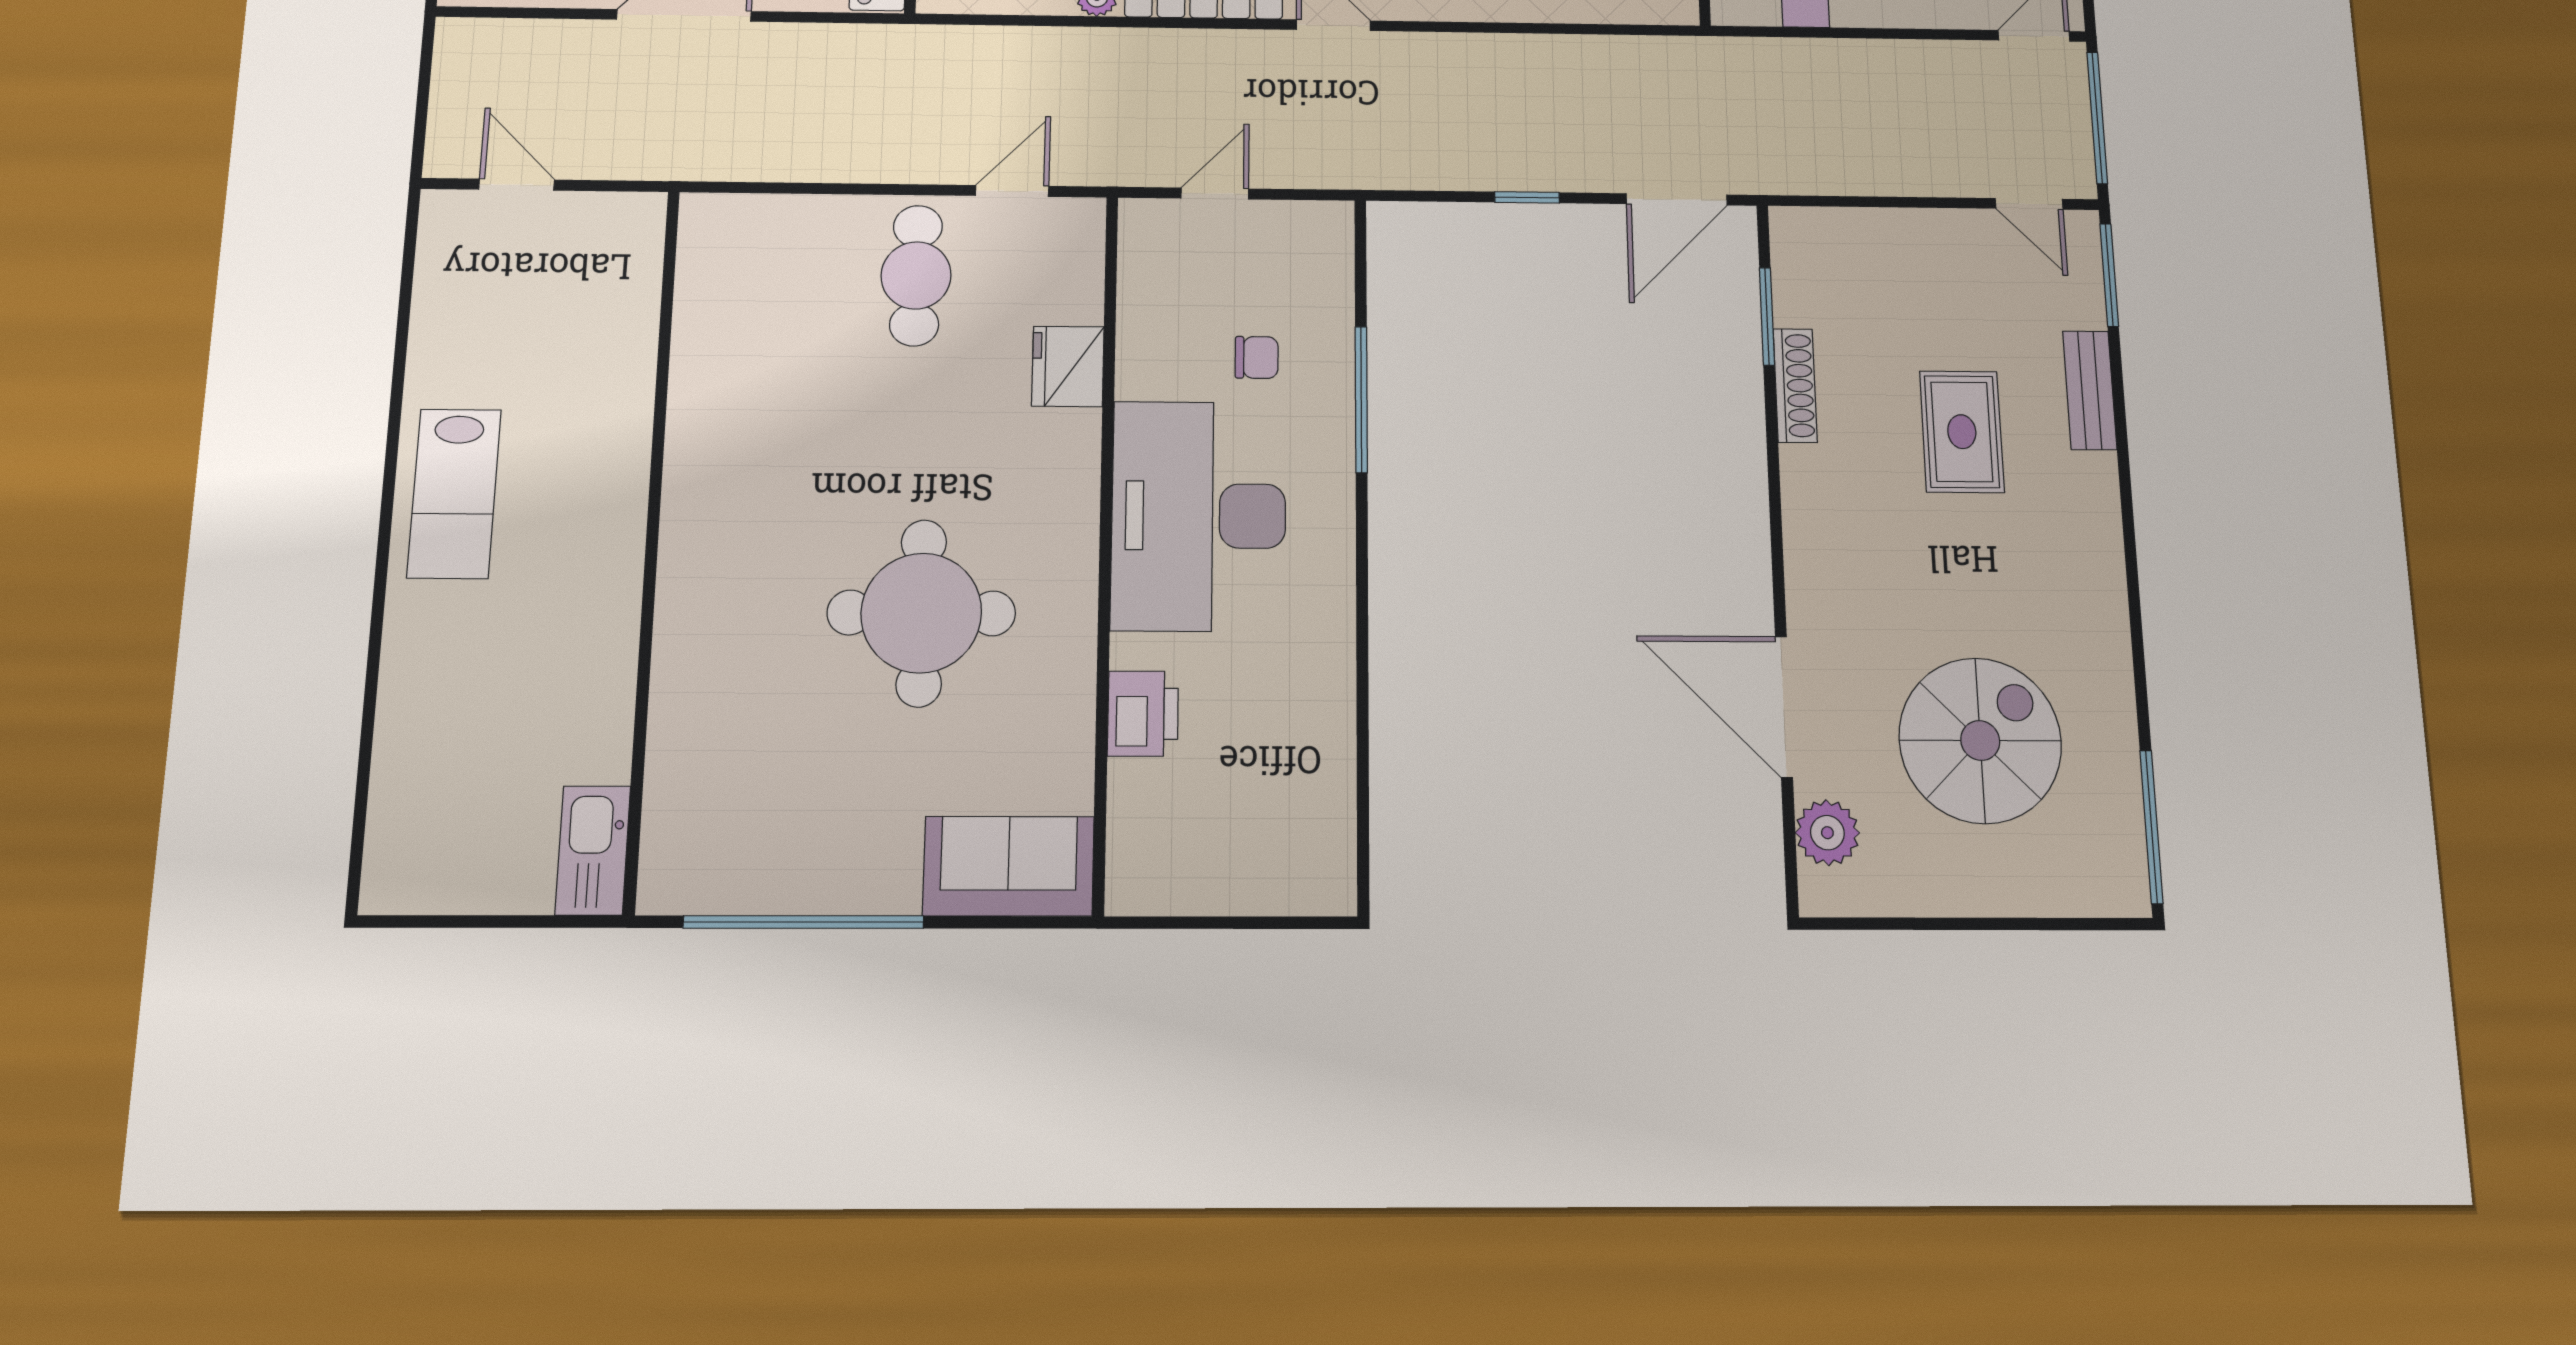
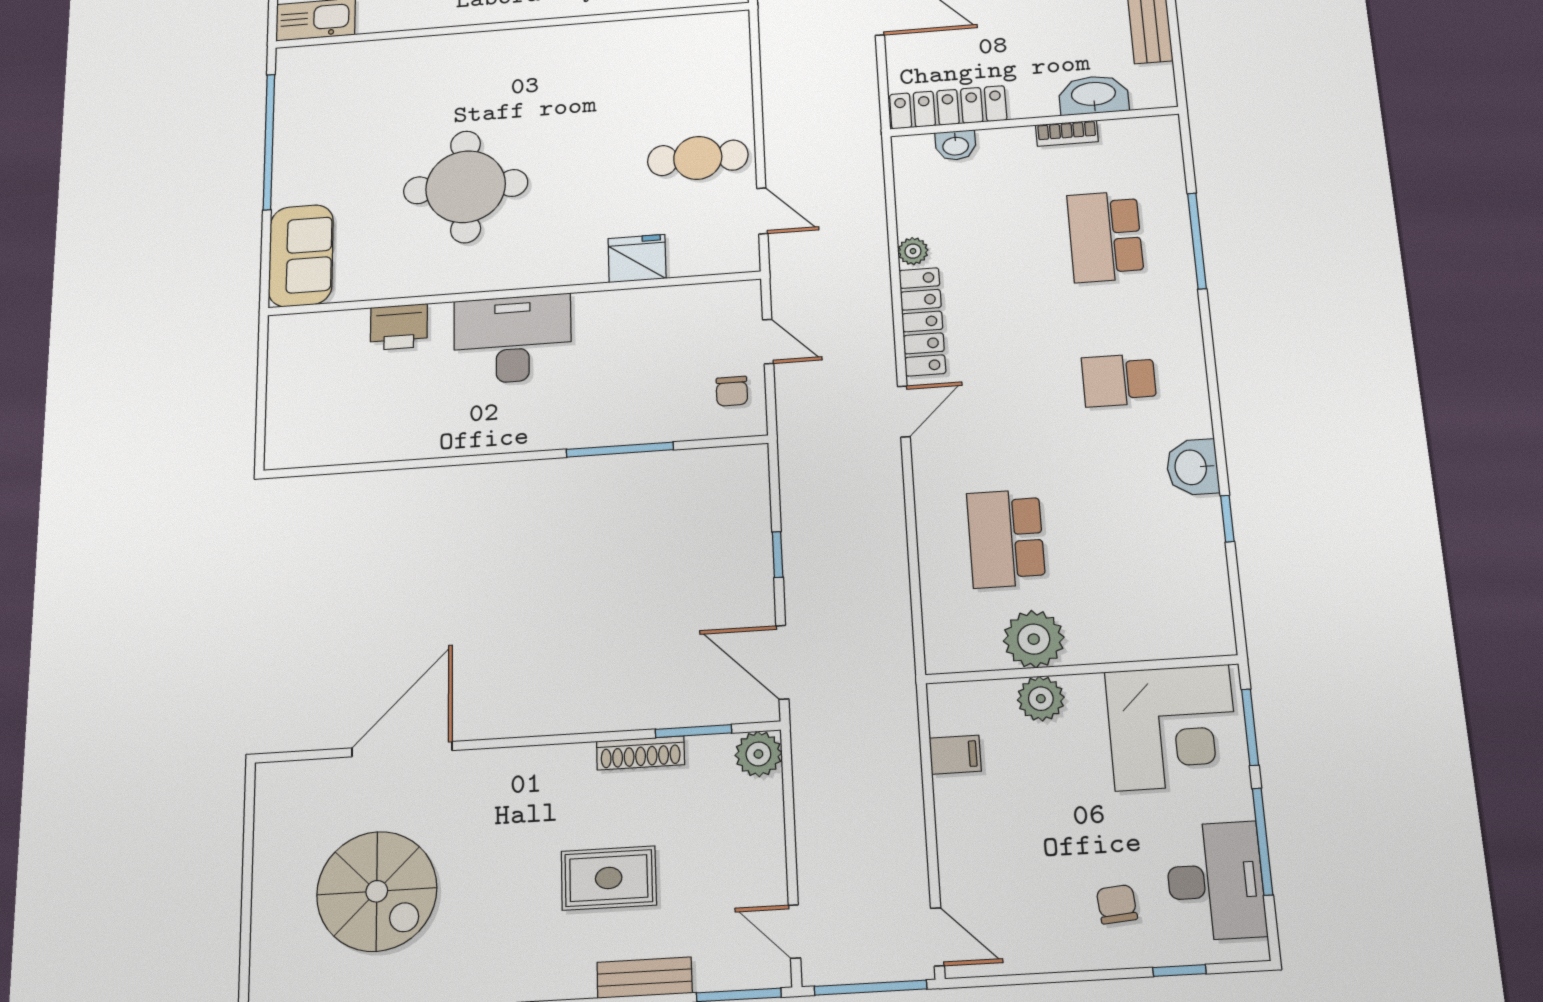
door: (2029, 204) -> (794, 932), hinge flipped
chair: (1257, 357) -> (732, 391), moved
desk: (1199, 516) -> (513, 339), width x0.73, depth x0.77
plant: (1827, 833) -> (758, 754), moved

